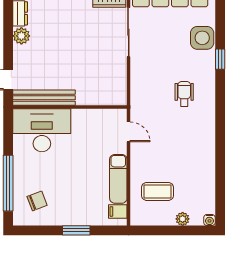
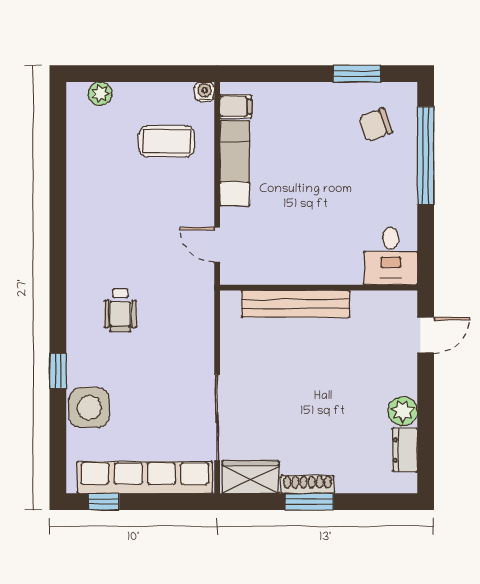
bench: (44, 98) -> (296, 304), moved
desk: (42, 130) -> (391, 256), width x0.53, depth x0.77
plant: (183, 219) -> (100, 94), moved
water cooler: (209, 220) -> (205, 92), moved
window: (76, 230) -> (357, 74), moved

